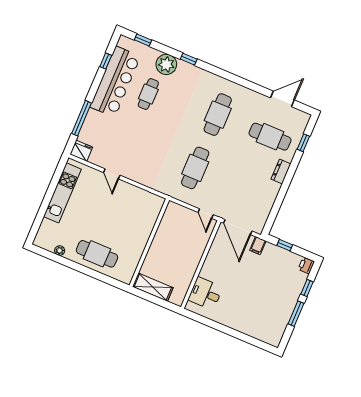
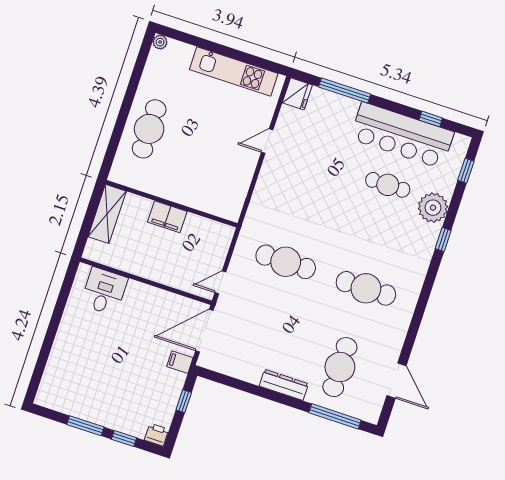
window: (303, 143) -> (335, 416), width x2.17
dresser: (281, 172) -> (284, 385), width x1.44
filing cabinet: (158, 246) -> (167, 217), added
plant: (60, 251) -> (160, 42), moved

